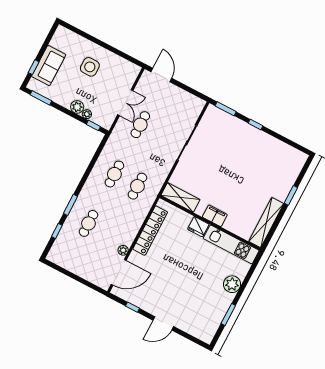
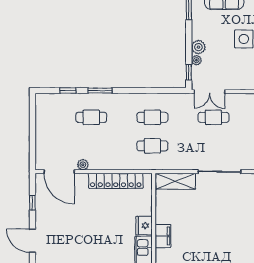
double door: (125, 103) -> (210, 92), moved
shelving: (180, 197) -> (175, 181), moved, turned 90

